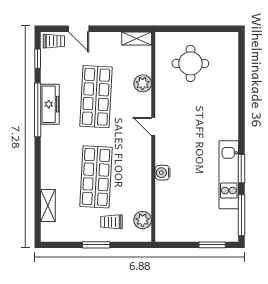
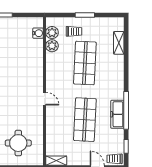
plant: (143, 83) -> (52, 46), moved
water cooler: (162, 173) -> (38, 33), moved

